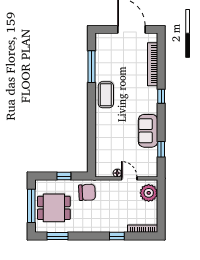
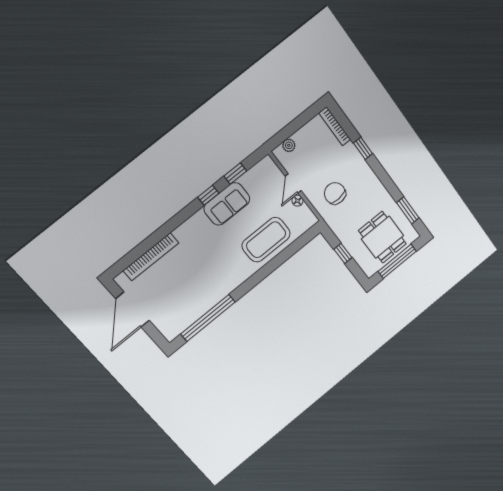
window: (91, 67) -> (208, 318), width x1.46
coffee table: (106, 95) -> (266, 240), moved, width x1.36, depth x1.32
window: (161, 96) -> (208, 195), moved
chair: (87, 192) -> (335, 193), moved
plant: (149, 193) -> (289, 145), width x0.53, depth x0.53

